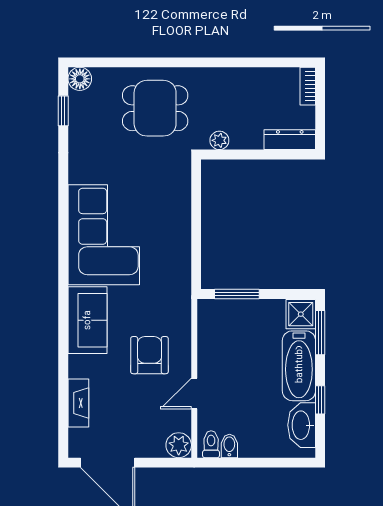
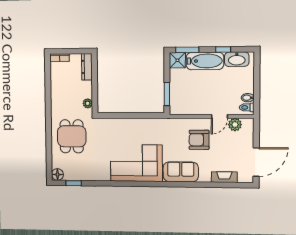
door: (194, 393) -> (219, 116), hinge flipped
plant: (179, 445) -> (235, 125), moved

